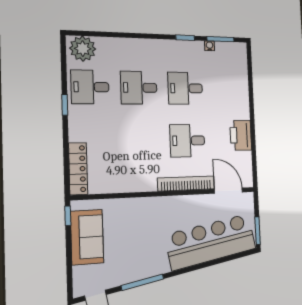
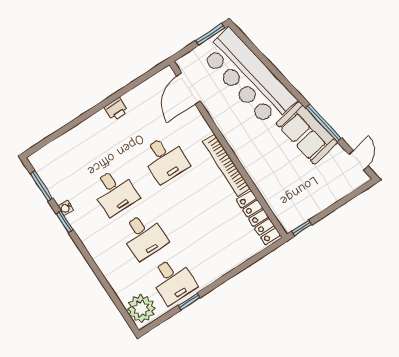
water cooler: (210, 46) -> (66, 208), moved
window: (65, 105) -> (189, 301), moved
printer: (241, 135) -> (116, 109), width x0.53, depth x0.68
locker: (78, 169) -> (259, 218), moved, turned -90
bookcase: (186, 183) -> (226, 165), moved
sofa: (87, 237) -> (307, 133), moved, turned -100

